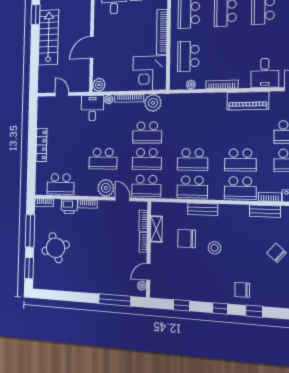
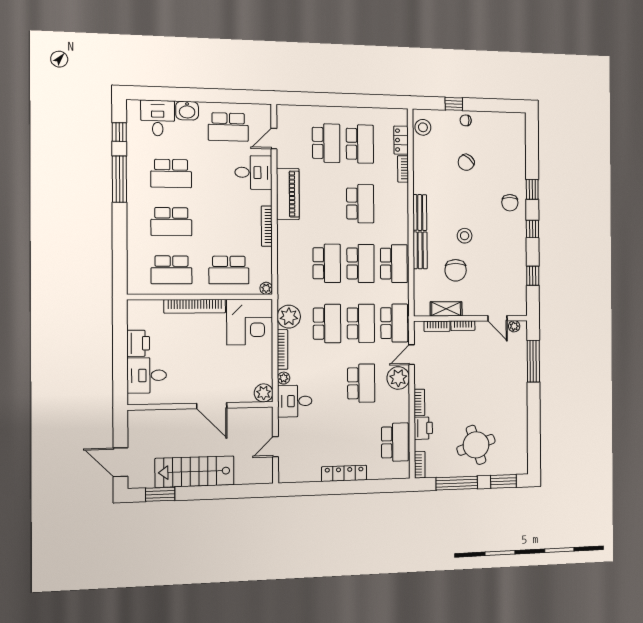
plant: (191, 85) -> (266, 288), moved
school desk: (240, 188) -> (327, 263), moved
bench: (265, 211) -> (420, 212), moved

